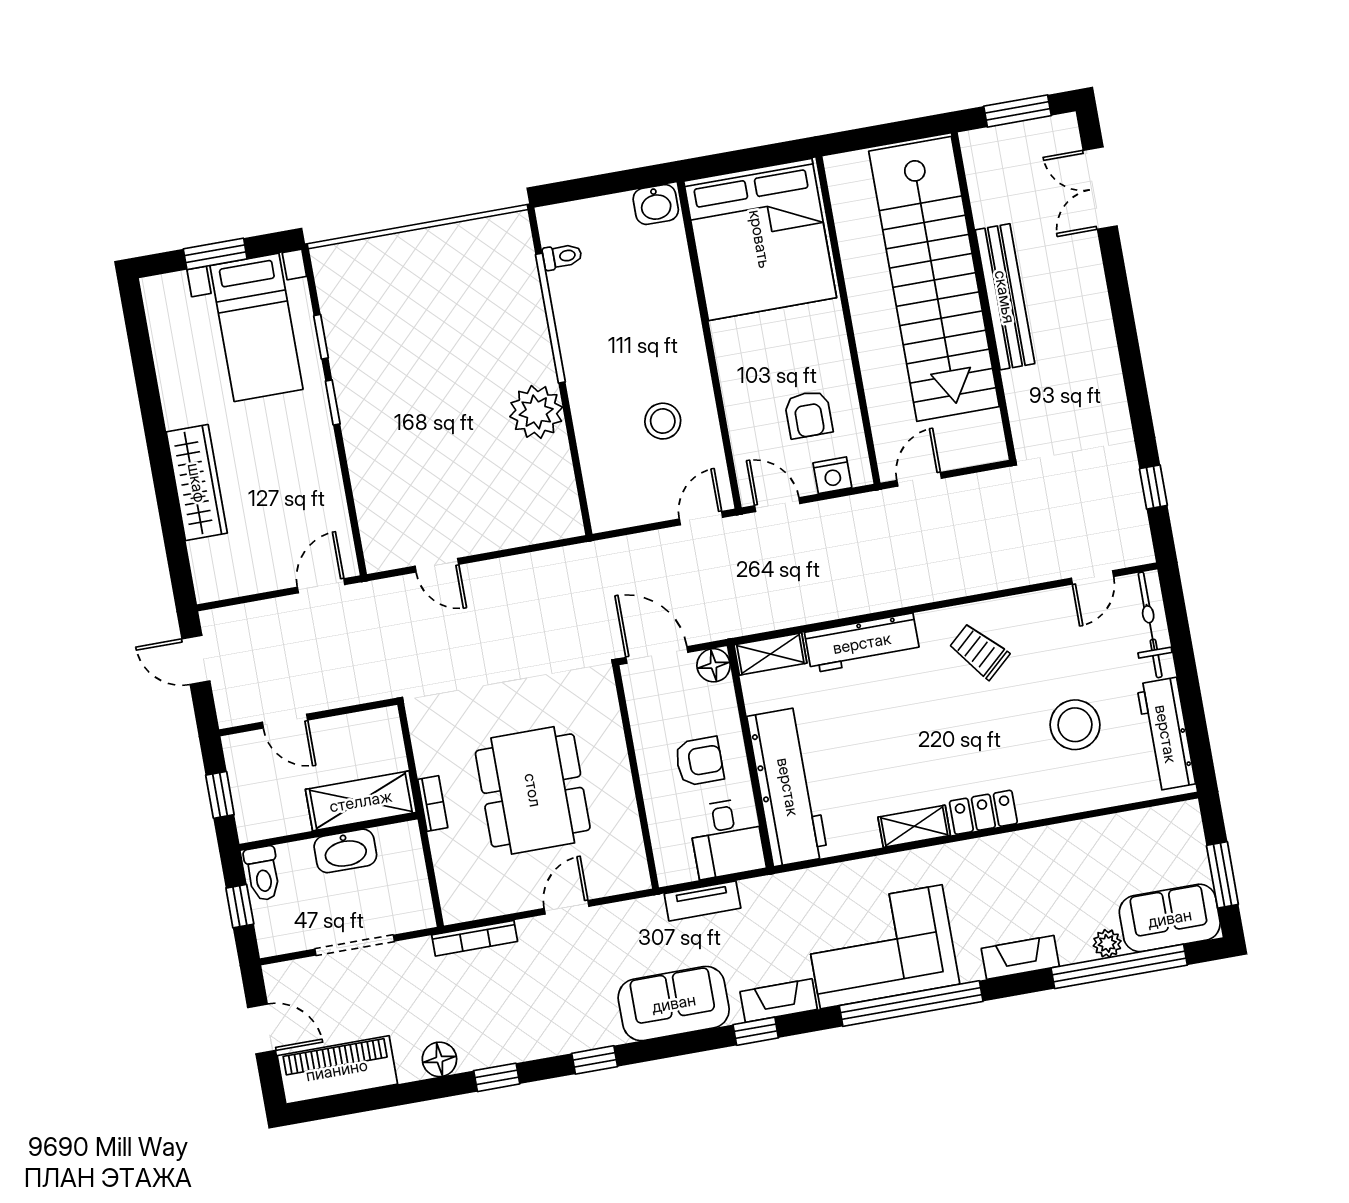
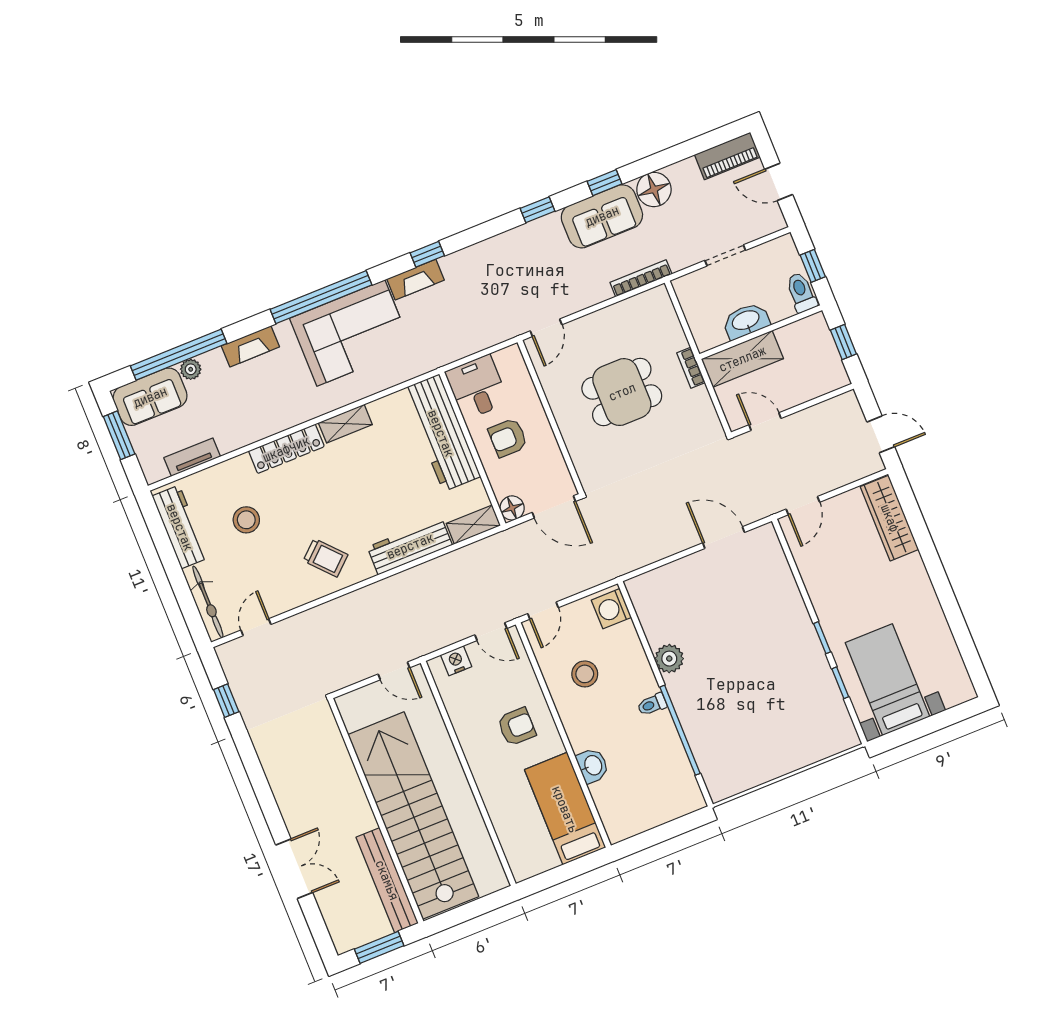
double door: (1100, 188) -> (294, 869), moved
washbasin: (656, 205) -> (592, 766), moved, turned 90
bed: (760, 239) -> (565, 809), width x0.49
window: (215, 254) -> (928, 726), removed
toilet: (562, 256) -> (652, 704), moved
bench: (1005, 297) -> (387, 880), moved
plant: (536, 412) -> (669, 659), width x0.73, depth x0.73
armchair: (808, 414) -> (517, 727), moved, turned 90
door: (919, 479) -> (394, 671), hinge flipped
wardrobe: (197, 483) -> (890, 518), moved
washing machine: (608, 501) -> (611, 609), added
door: (437, 565) -> (724, 538), width x1.37
door: (285, 721) -> (765, 422), moved
stool: (1075, 725) -> (246, 520), width x0.73, depth x0.73
dining table: (533, 790) -> (622, 392), width x0.73
locker: (983, 812) -> (286, 449), width x1.53
tv unit: (702, 901) -> (192, 457), moved
door: (567, 907) -> (546, 328), moved
doorway: (355, 945) -> (725, 255), width x0.73
sofa: (674, 1003) -> (602, 216), moved
floor lamp: (439, 1059) -> (654, 189), width x1.38, depth x1.38
piano: (337, 1070) -> (727, 156), width x0.73, depth x0.75

